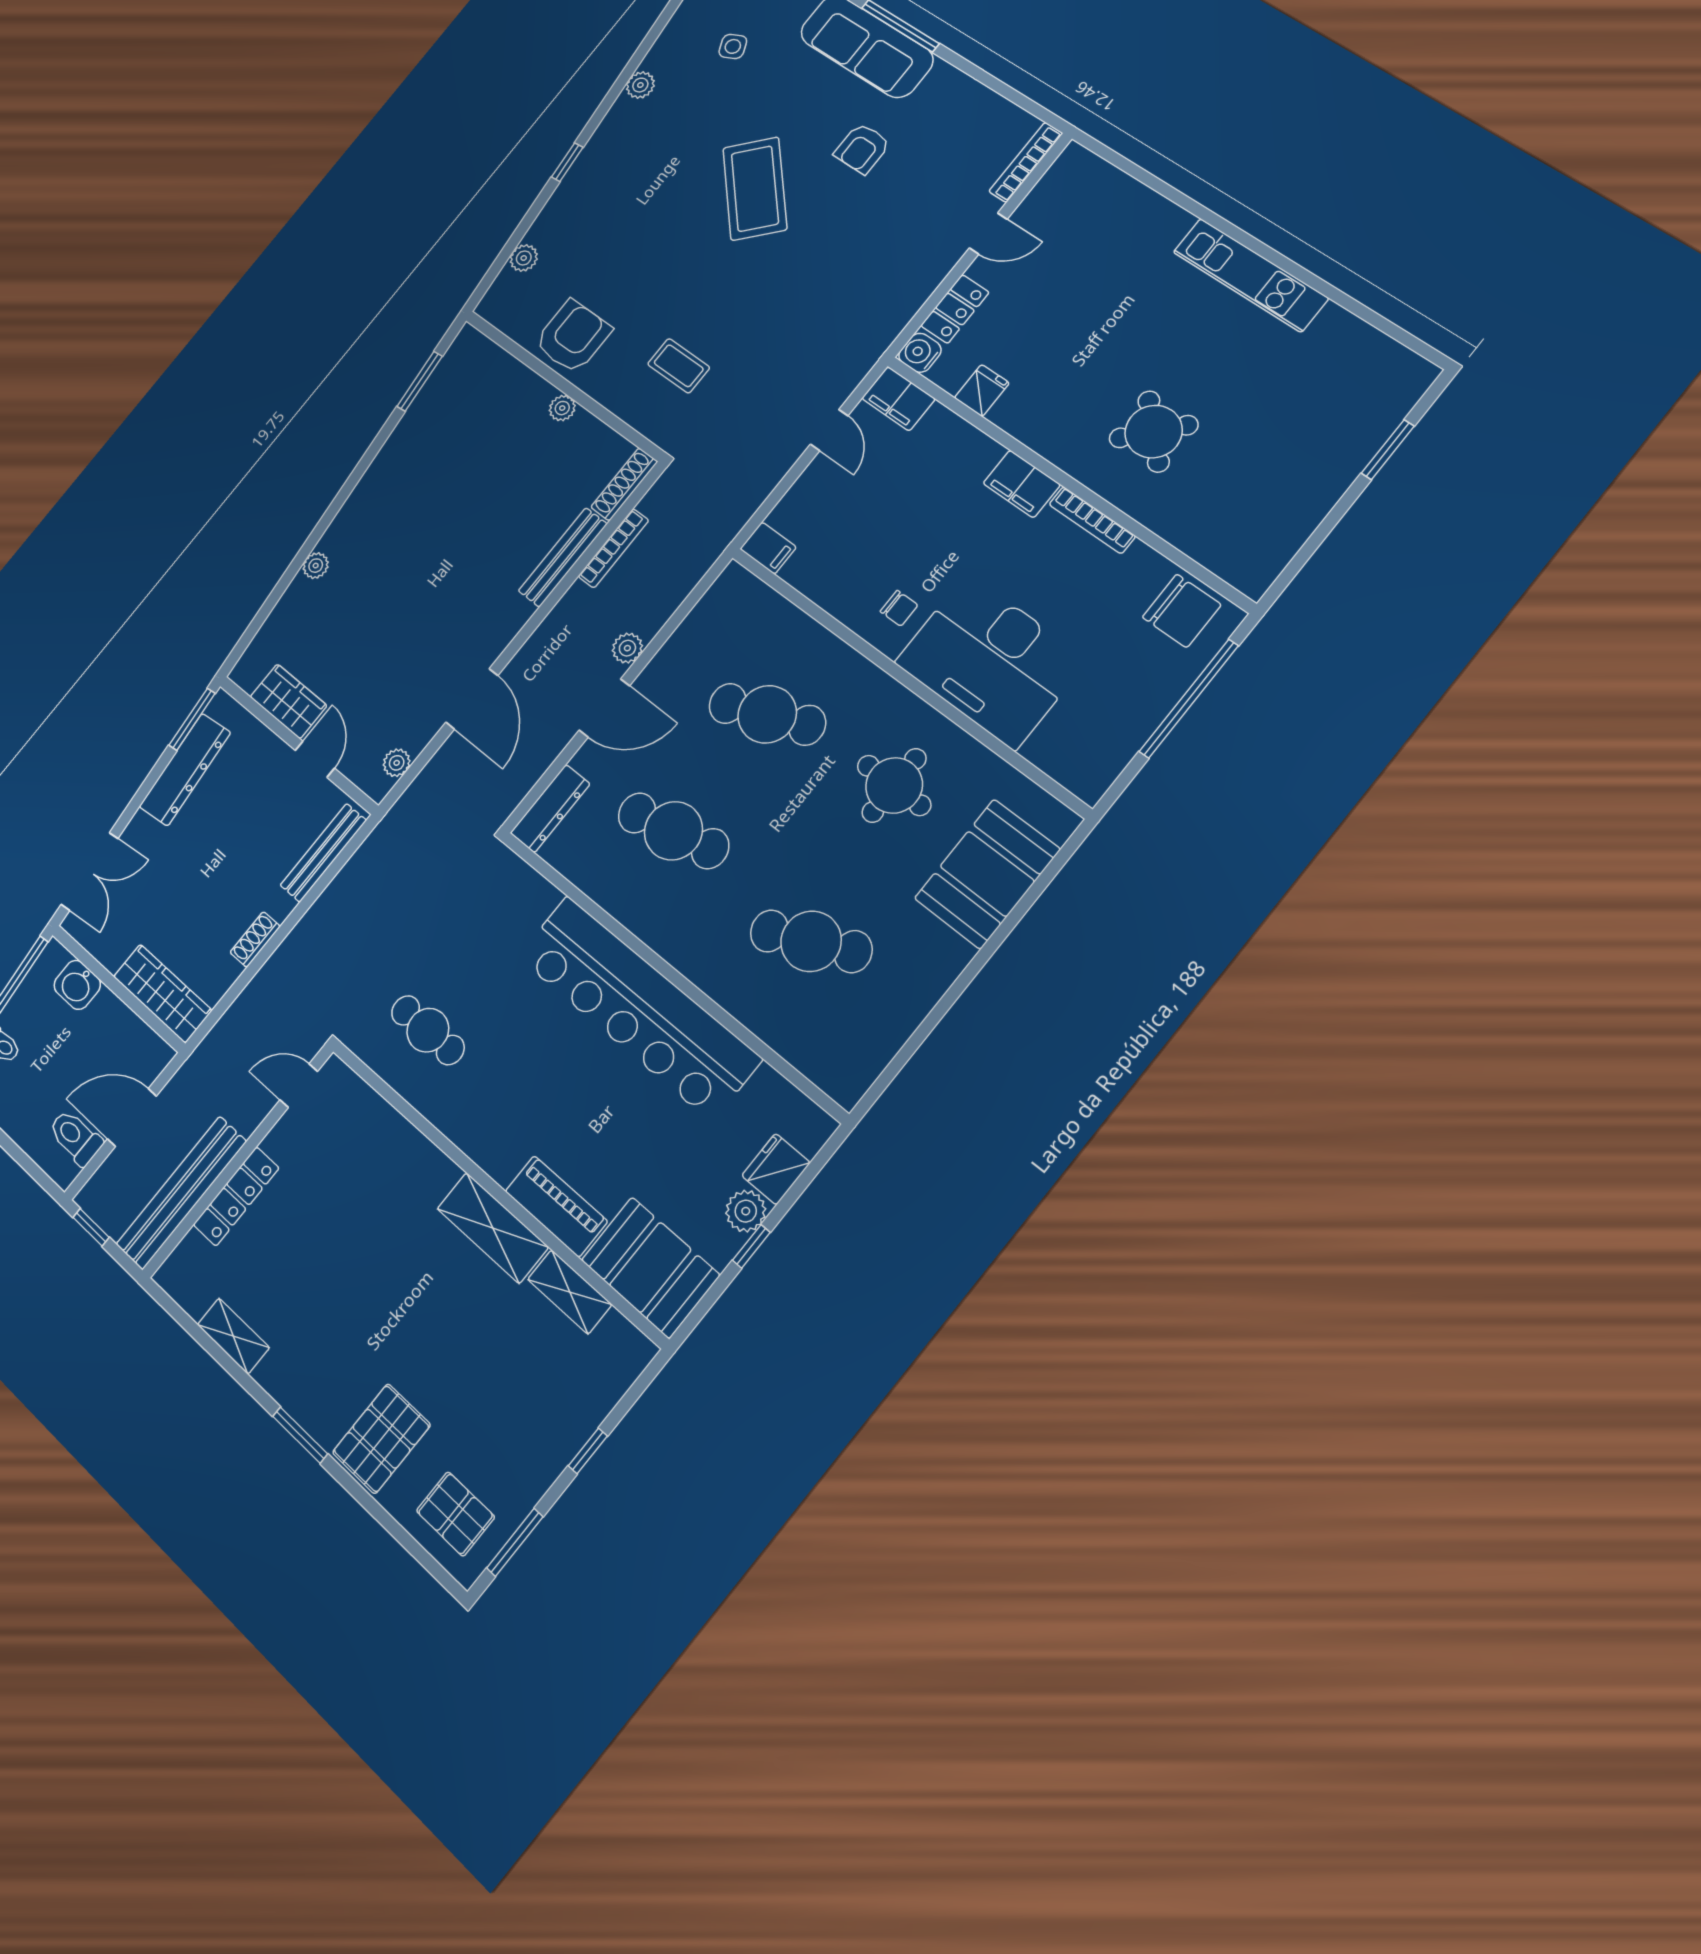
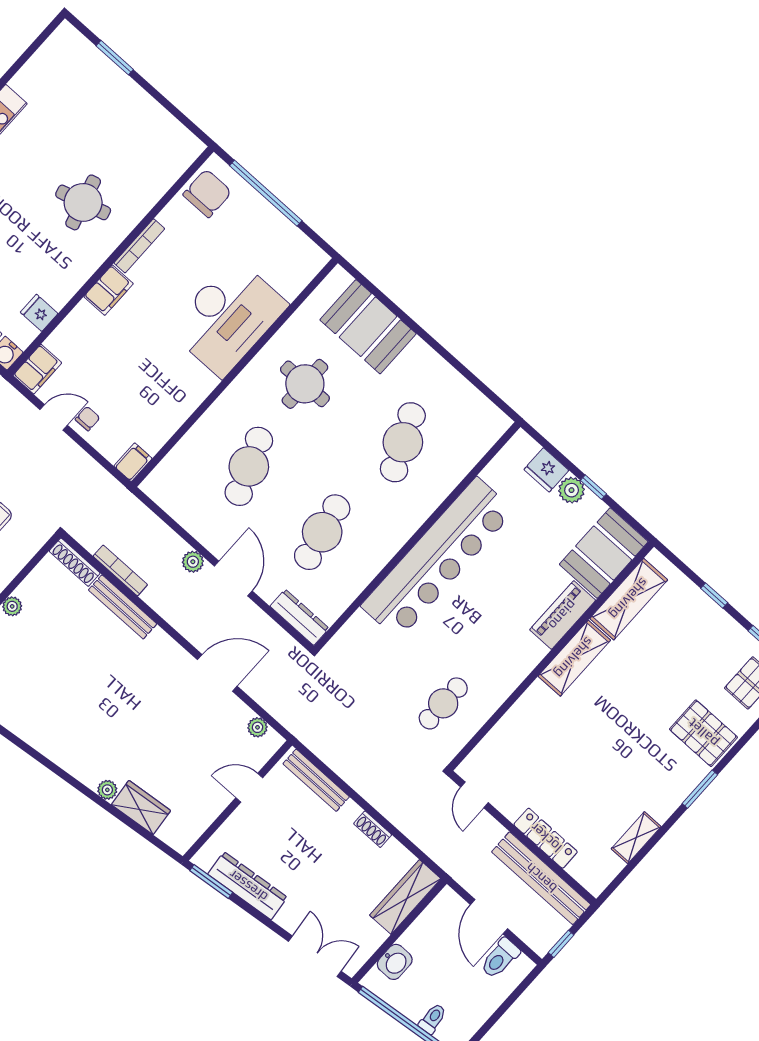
round table: (1154, 432) -> (83, 202), turned 30
chair: (899, 608) -> (88, 419), moved
wardrobe: (288, 701) -> (141, 808), moved, turned 84
shelving: (570, 1292) -> (629, 599), width x1.50, depth x1.33

